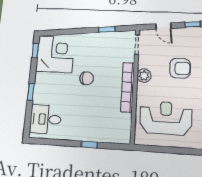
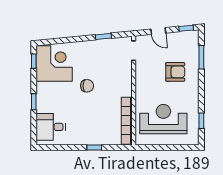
plant: (144, 76) -> (142, 81), removed
bookcase: (128, 87) -> (127, 121), moved

